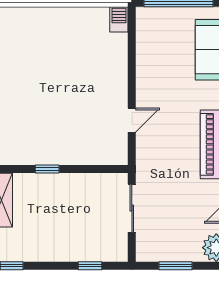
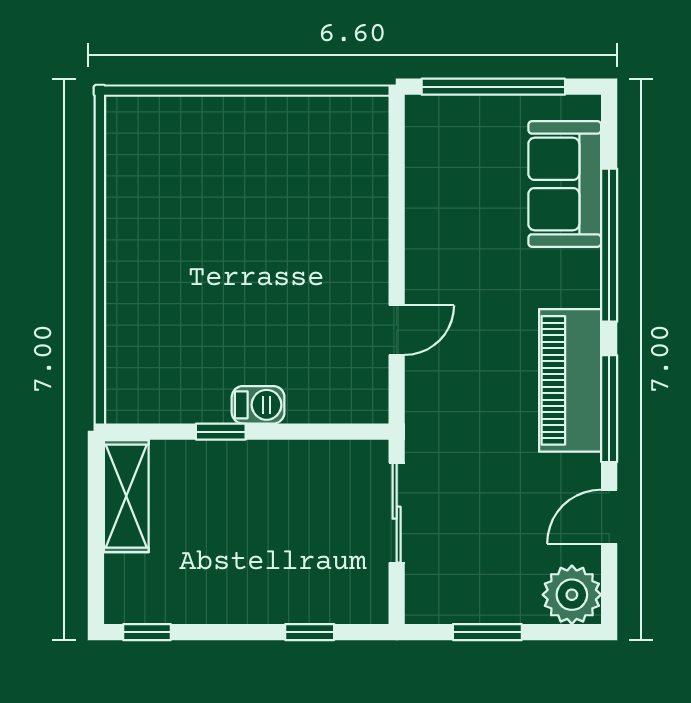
barbecue: (119, 19) -> (258, 405), moved, turned 90

